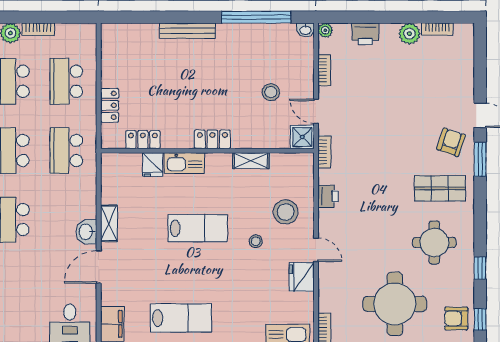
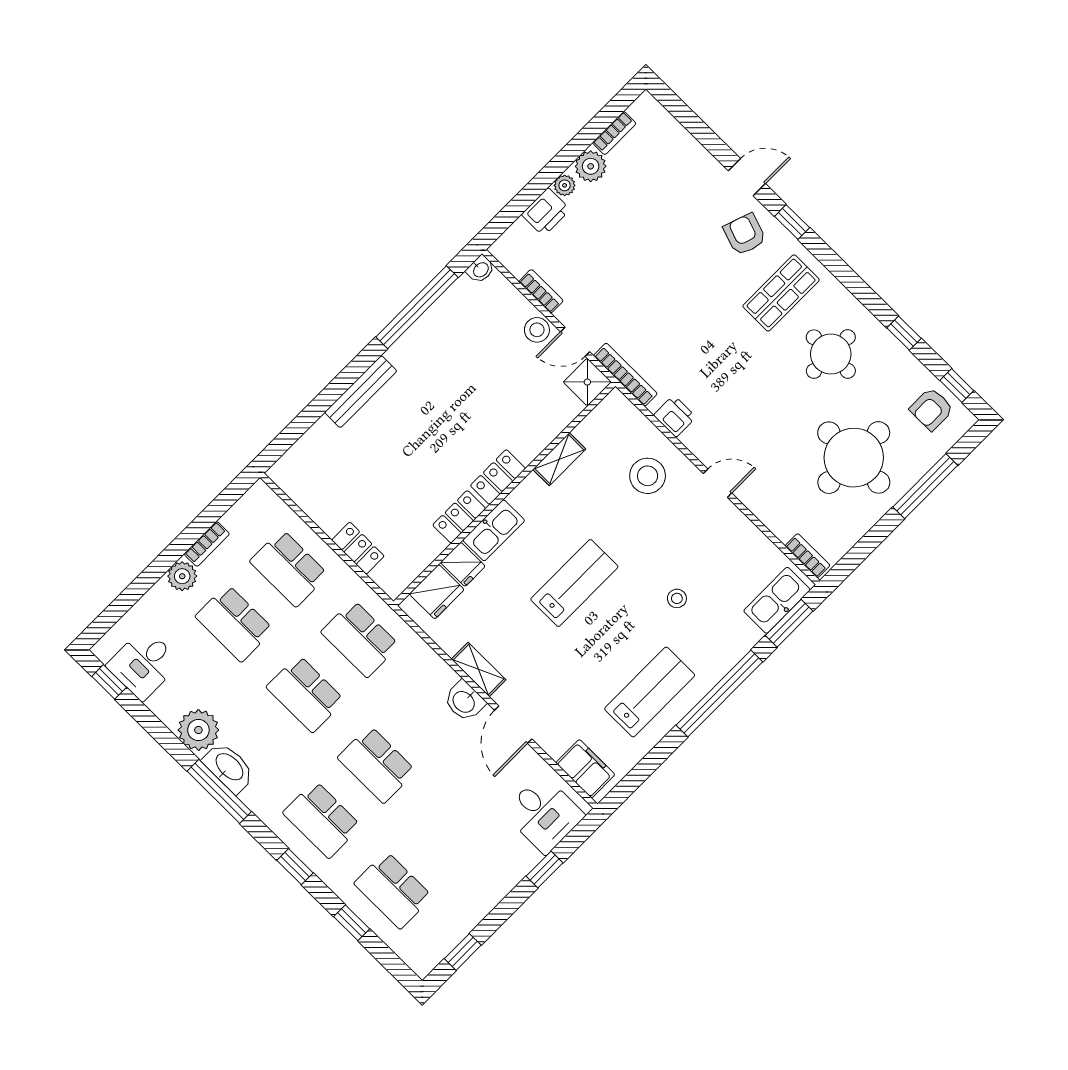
plant: (325, 30) -> (565, 185), moved
stool: (271, 92) -> (537, 330), moved
locker: (143, 140) -> (459, 517), moved
bookcase: (324, 152) -> (625, 375), width x1.56
window: (480, 159) -> (792, 222), width x0.67
stool: (256, 241) -> (677, 598), moved
fridge: (302, 277) -> (437, 592), moved, turned -90

